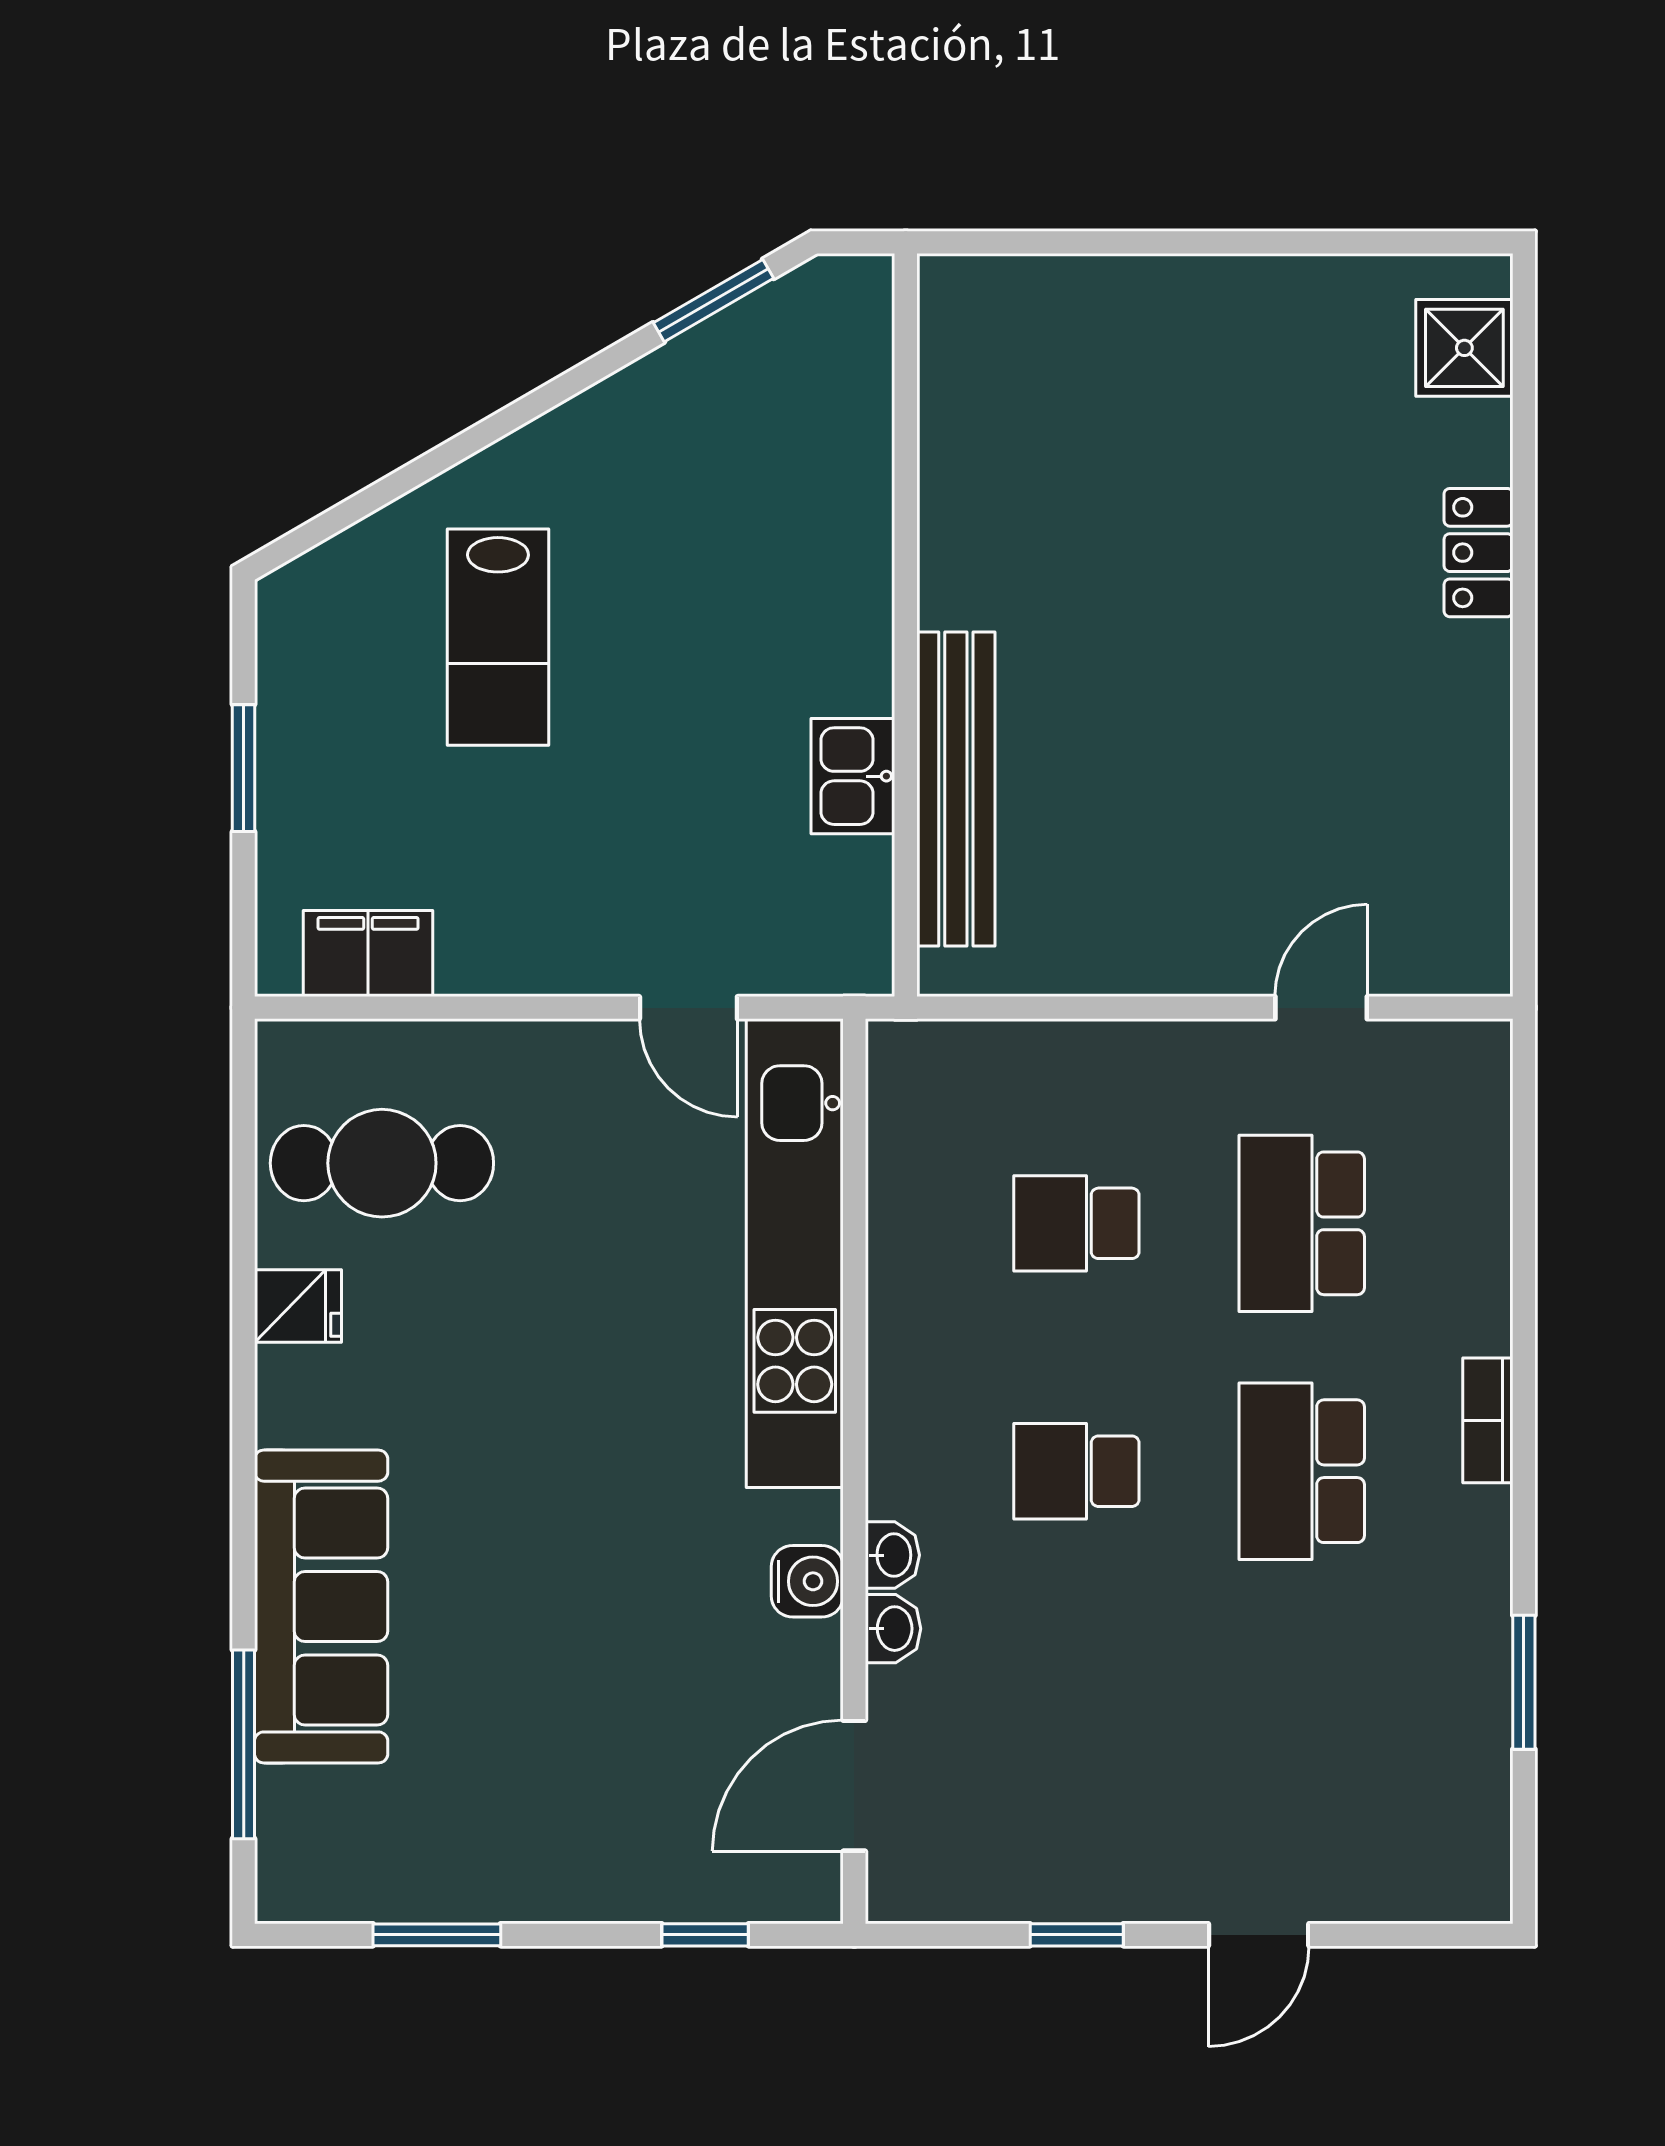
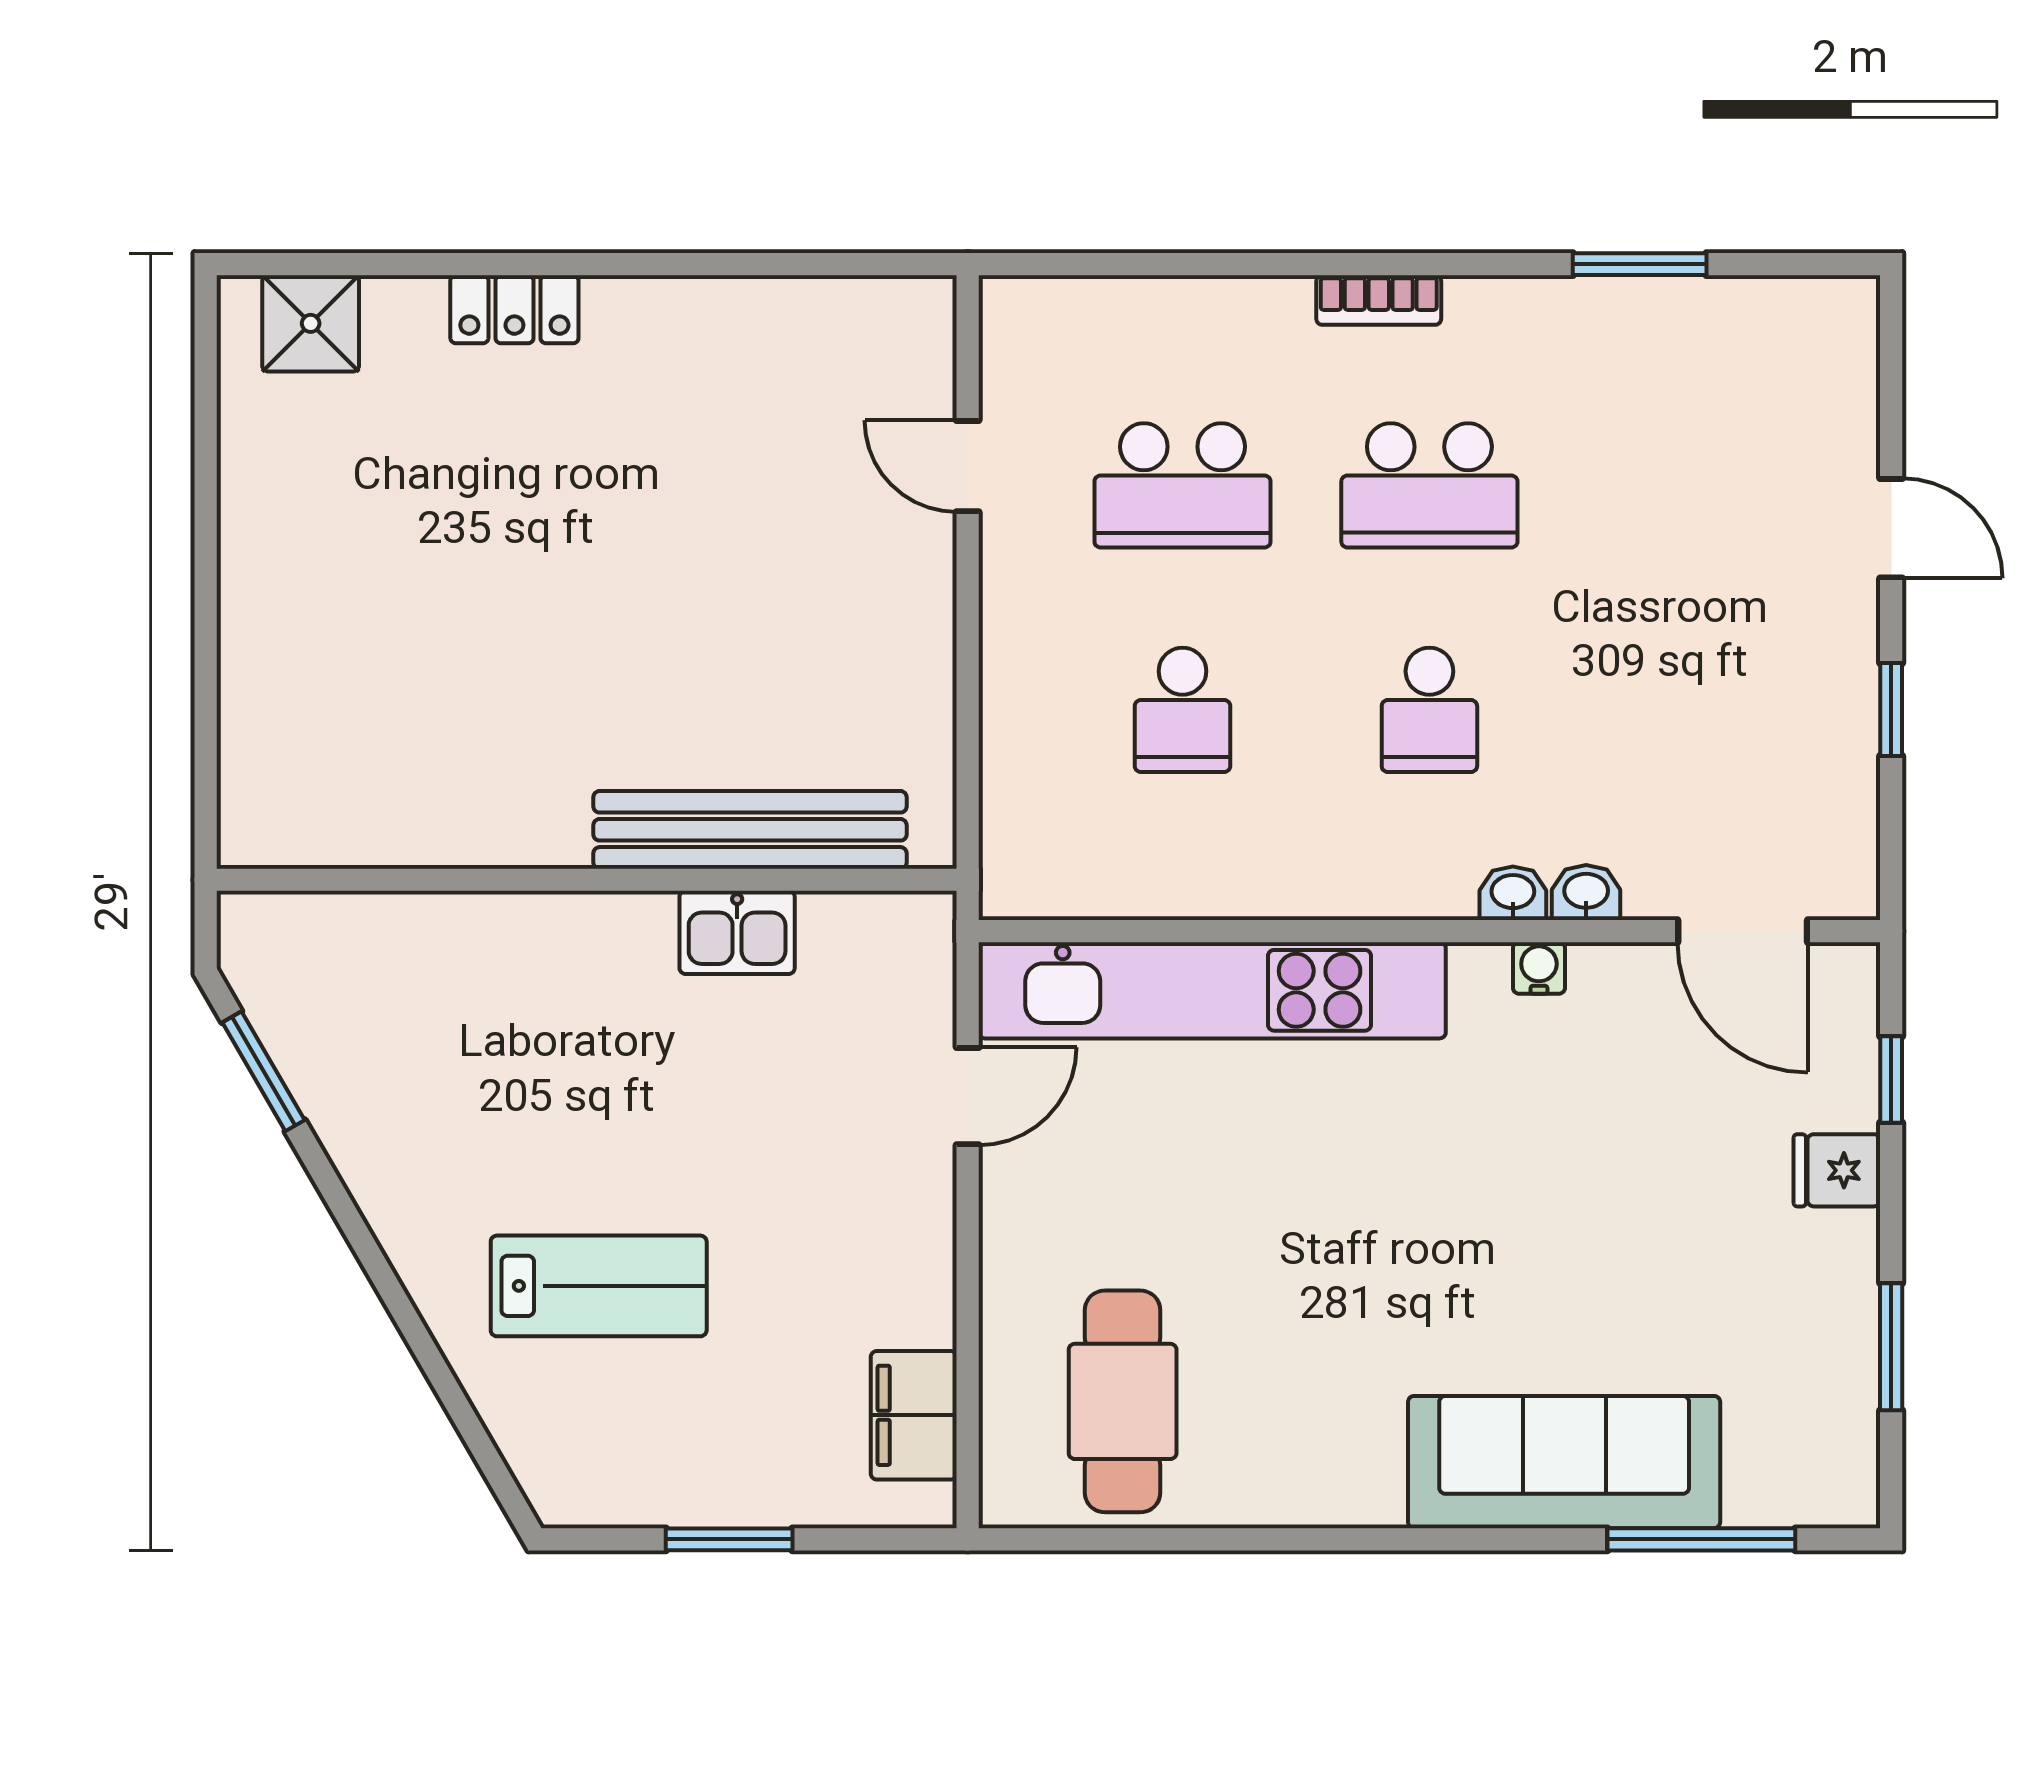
fridge: (298, 1306) -> (1837, 1170), moved, turned -90
water cooler: (807, 1581) -> (1539, 968), width x0.72, depth x0.72

